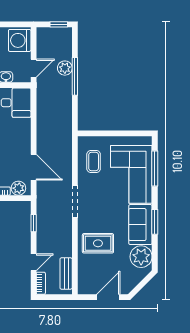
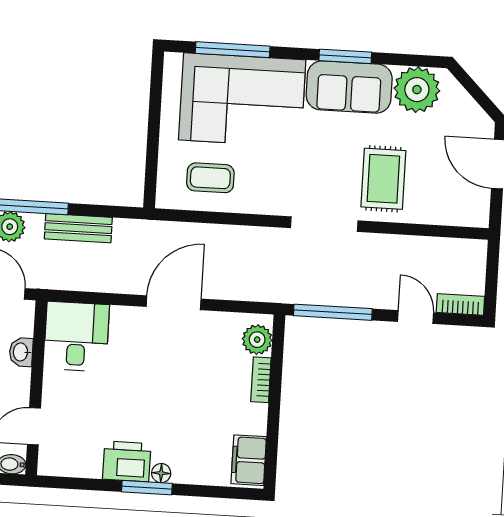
door: (34, 167) -> (174, 303), moved
doorway: (75, 201) -> (324, 224), moved
window: (34, 223) -> (333, 312), width x2.17
bench: (66, 273) -> (78, 228), moved

